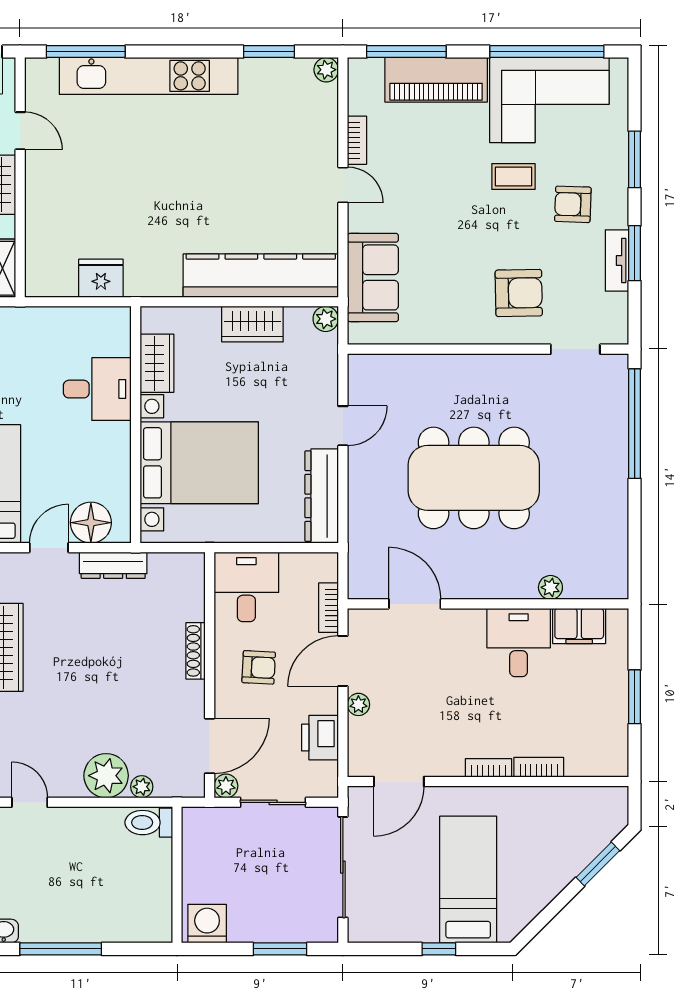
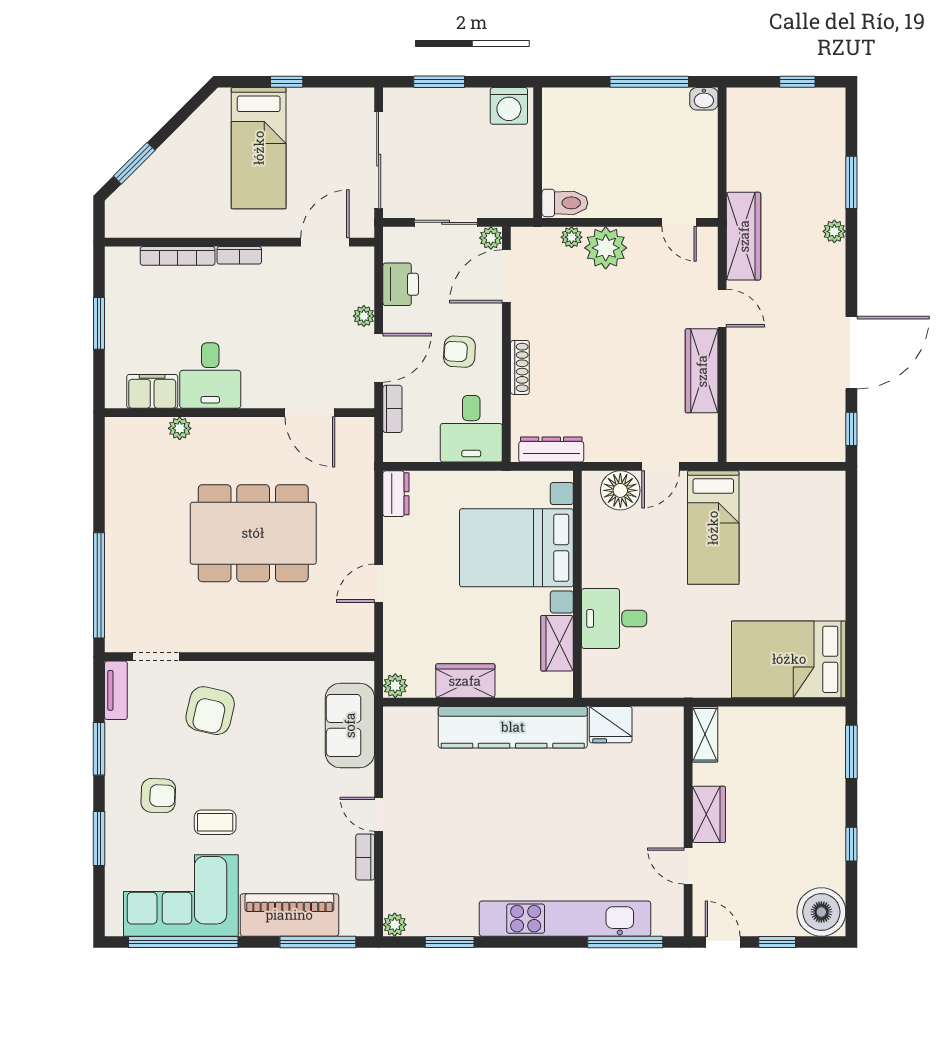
tv unit: (617, 260) -> (116, 690), moved
kitchen counter: (261, 276) -> (513, 727), moved
armchair: (519, 293) -> (210, 711), turned -76
dresser: (322, 496) -> (396, 494), width x0.51, depth x0.80
dresser: (113, 565) -> (551, 450), moved
bookcase: (539, 767) -> (178, 256), width x1.56

